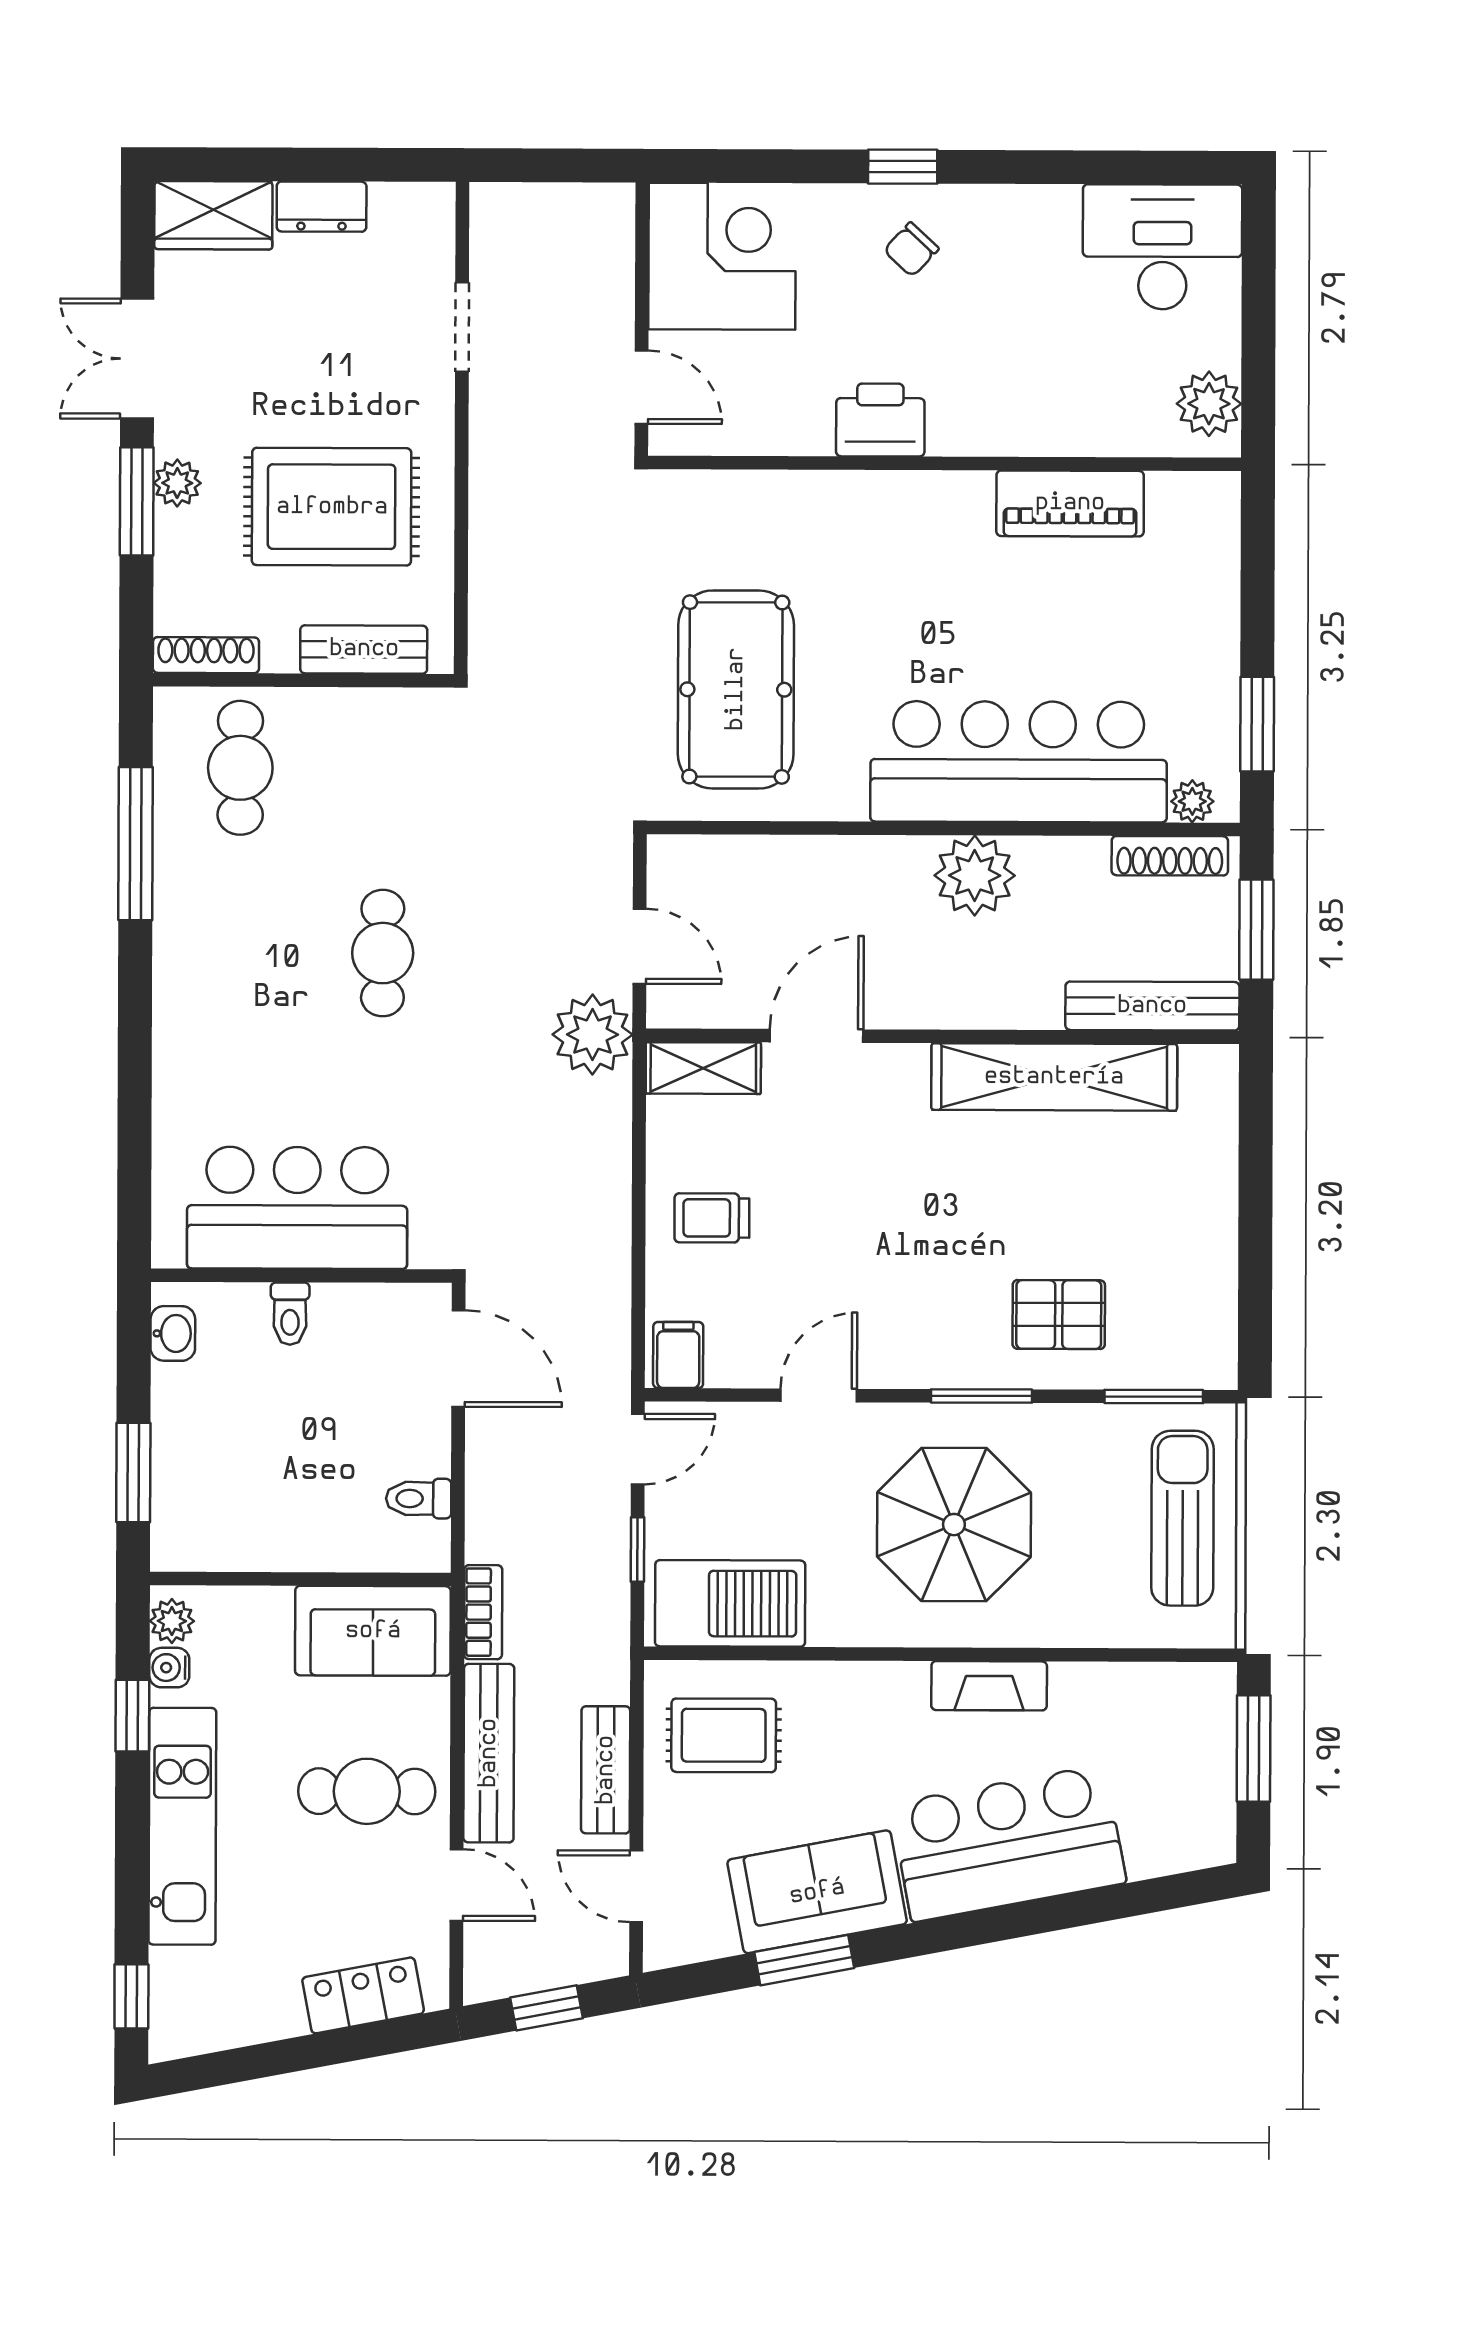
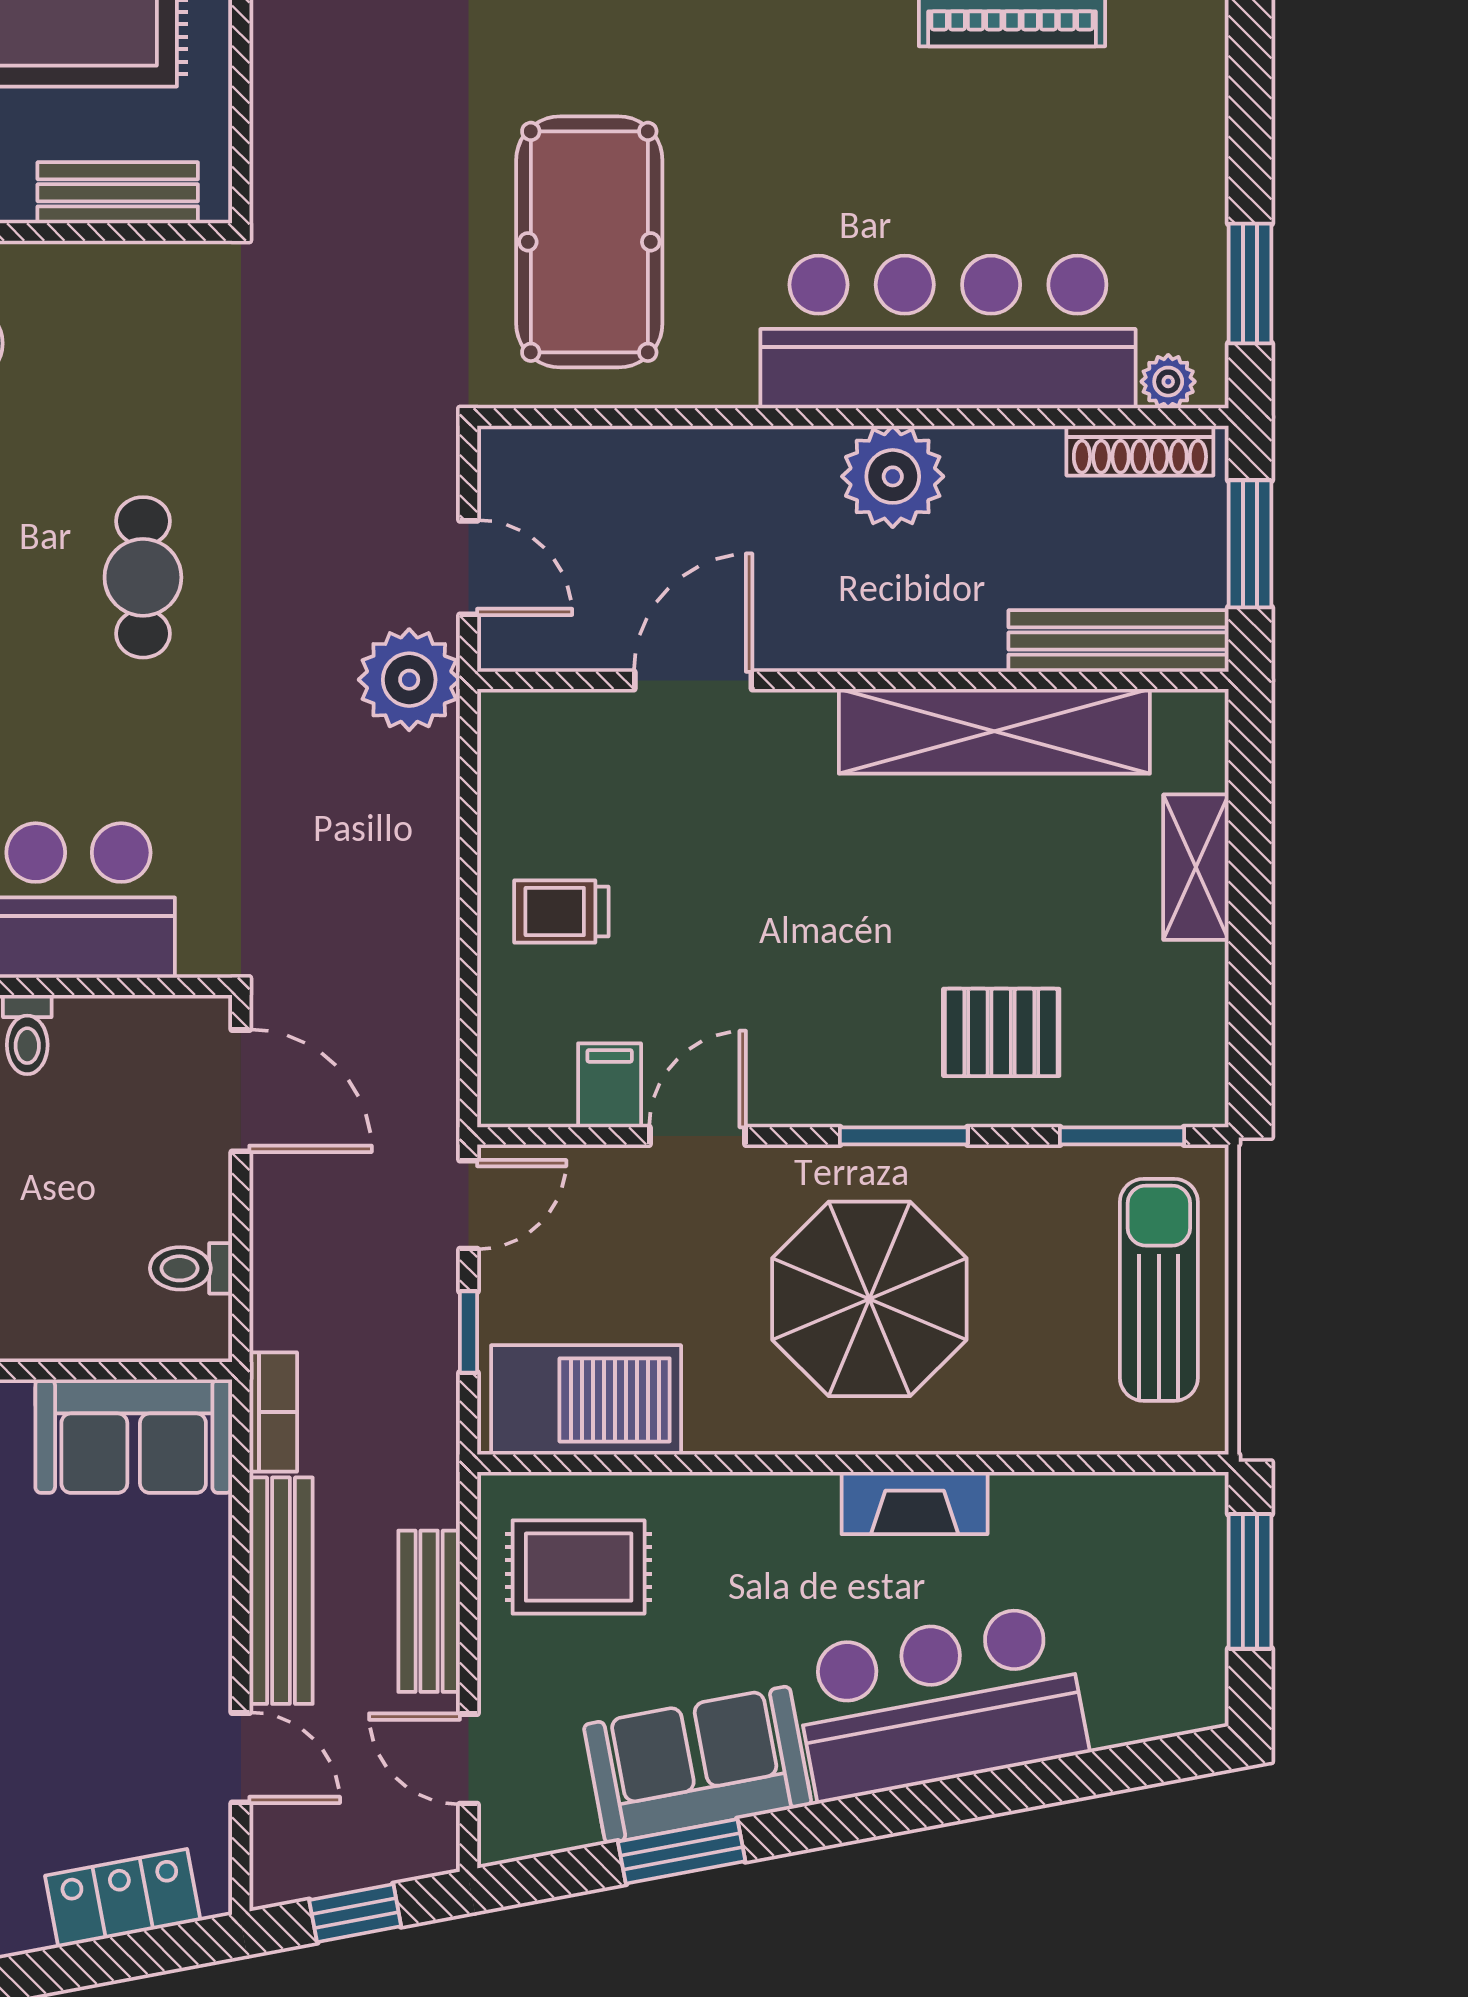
shelving: (703, 1068) -> (1196, 867), moved, turned 90
filing cabinet: (678, 1355) -> (610, 1085), moved
cafe table: (367, 1791) -> (127, 1640), removed

